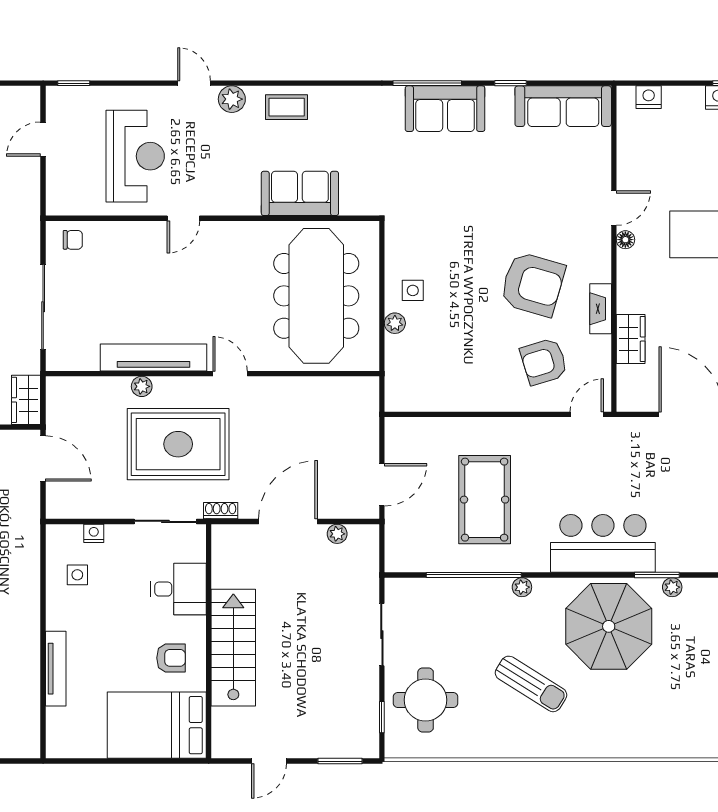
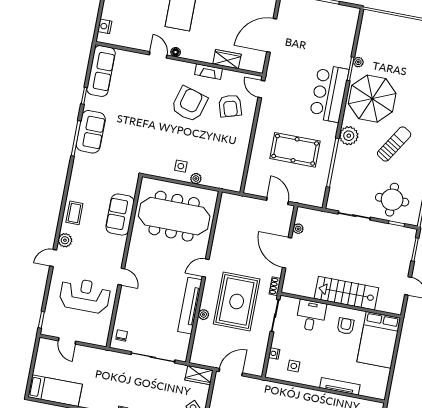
plant: (522, 587) -> (349, 136), width x1.88, depth x1.88

